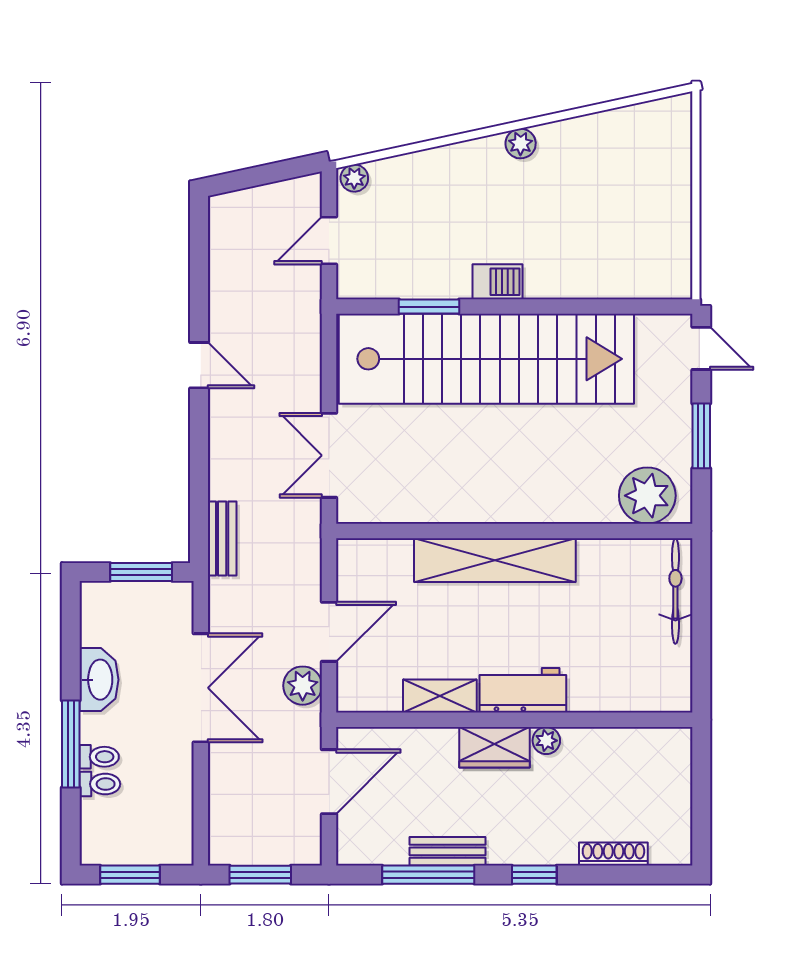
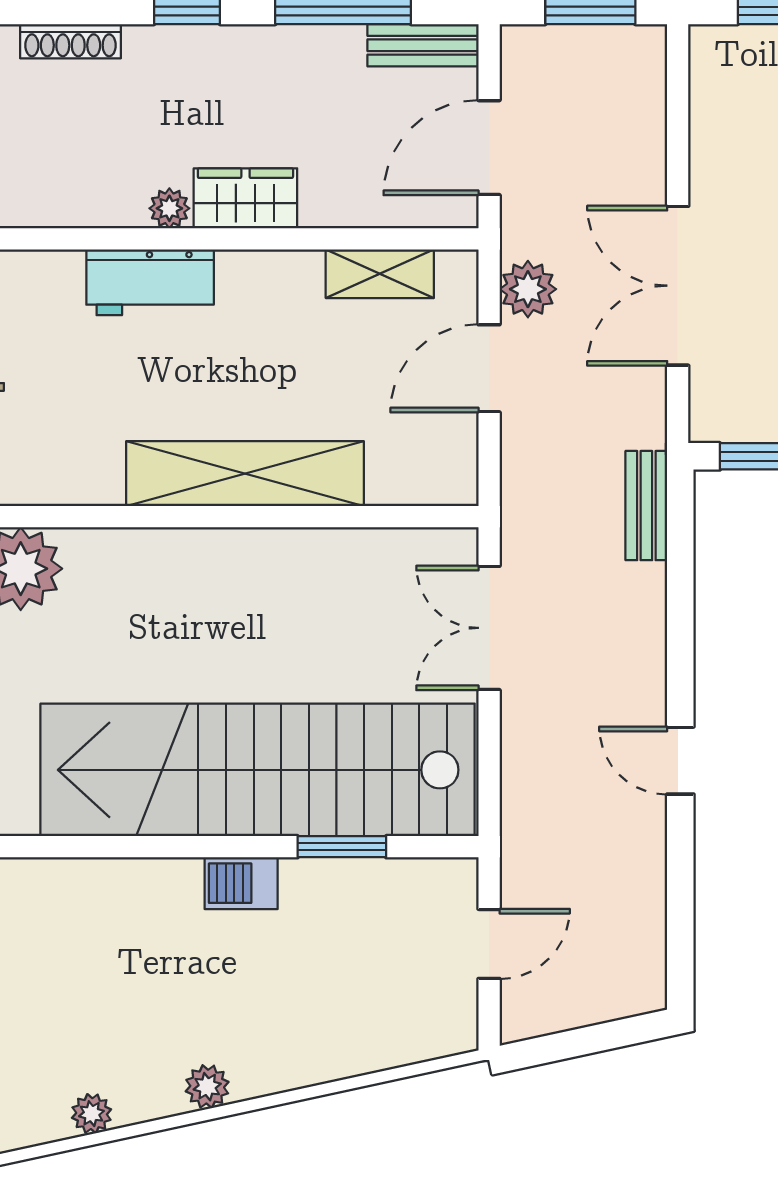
plant: (354, 178) -> (92, 1114), moved
double door: (329, 455) -> (489, 628), swing flipped
workbench: (523, 690) -> (150, 282), moved
shelving: (440, 696) -> (380, 274), moved
bench: (448, 851) -> (423, 45), moved

